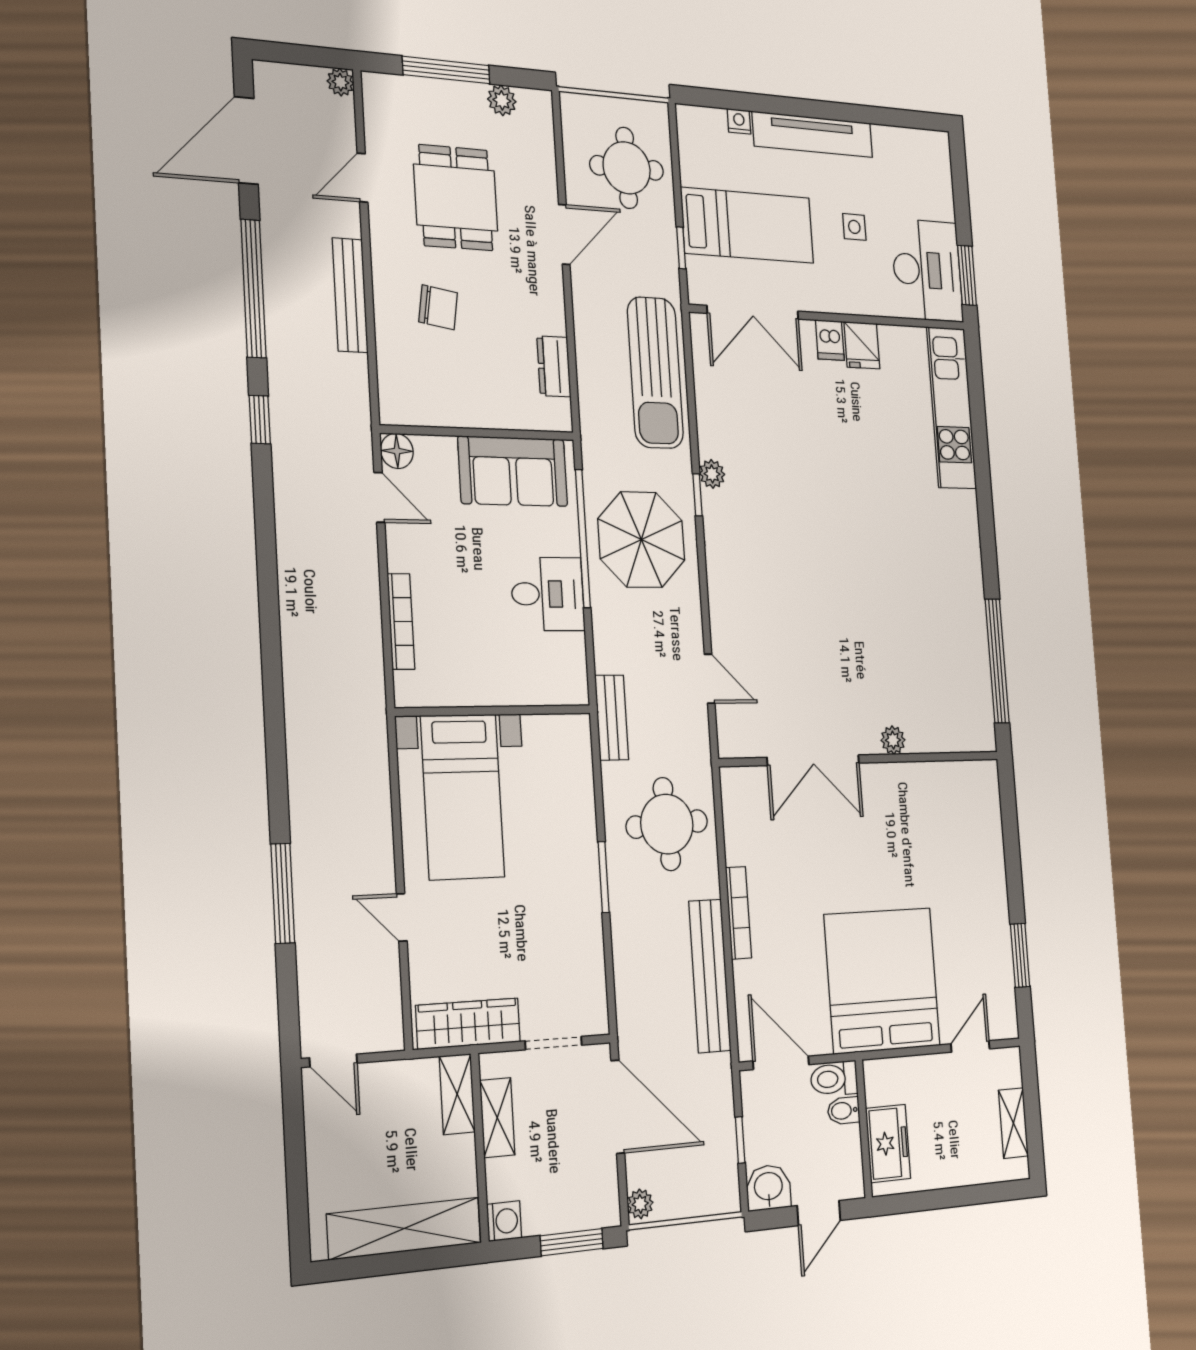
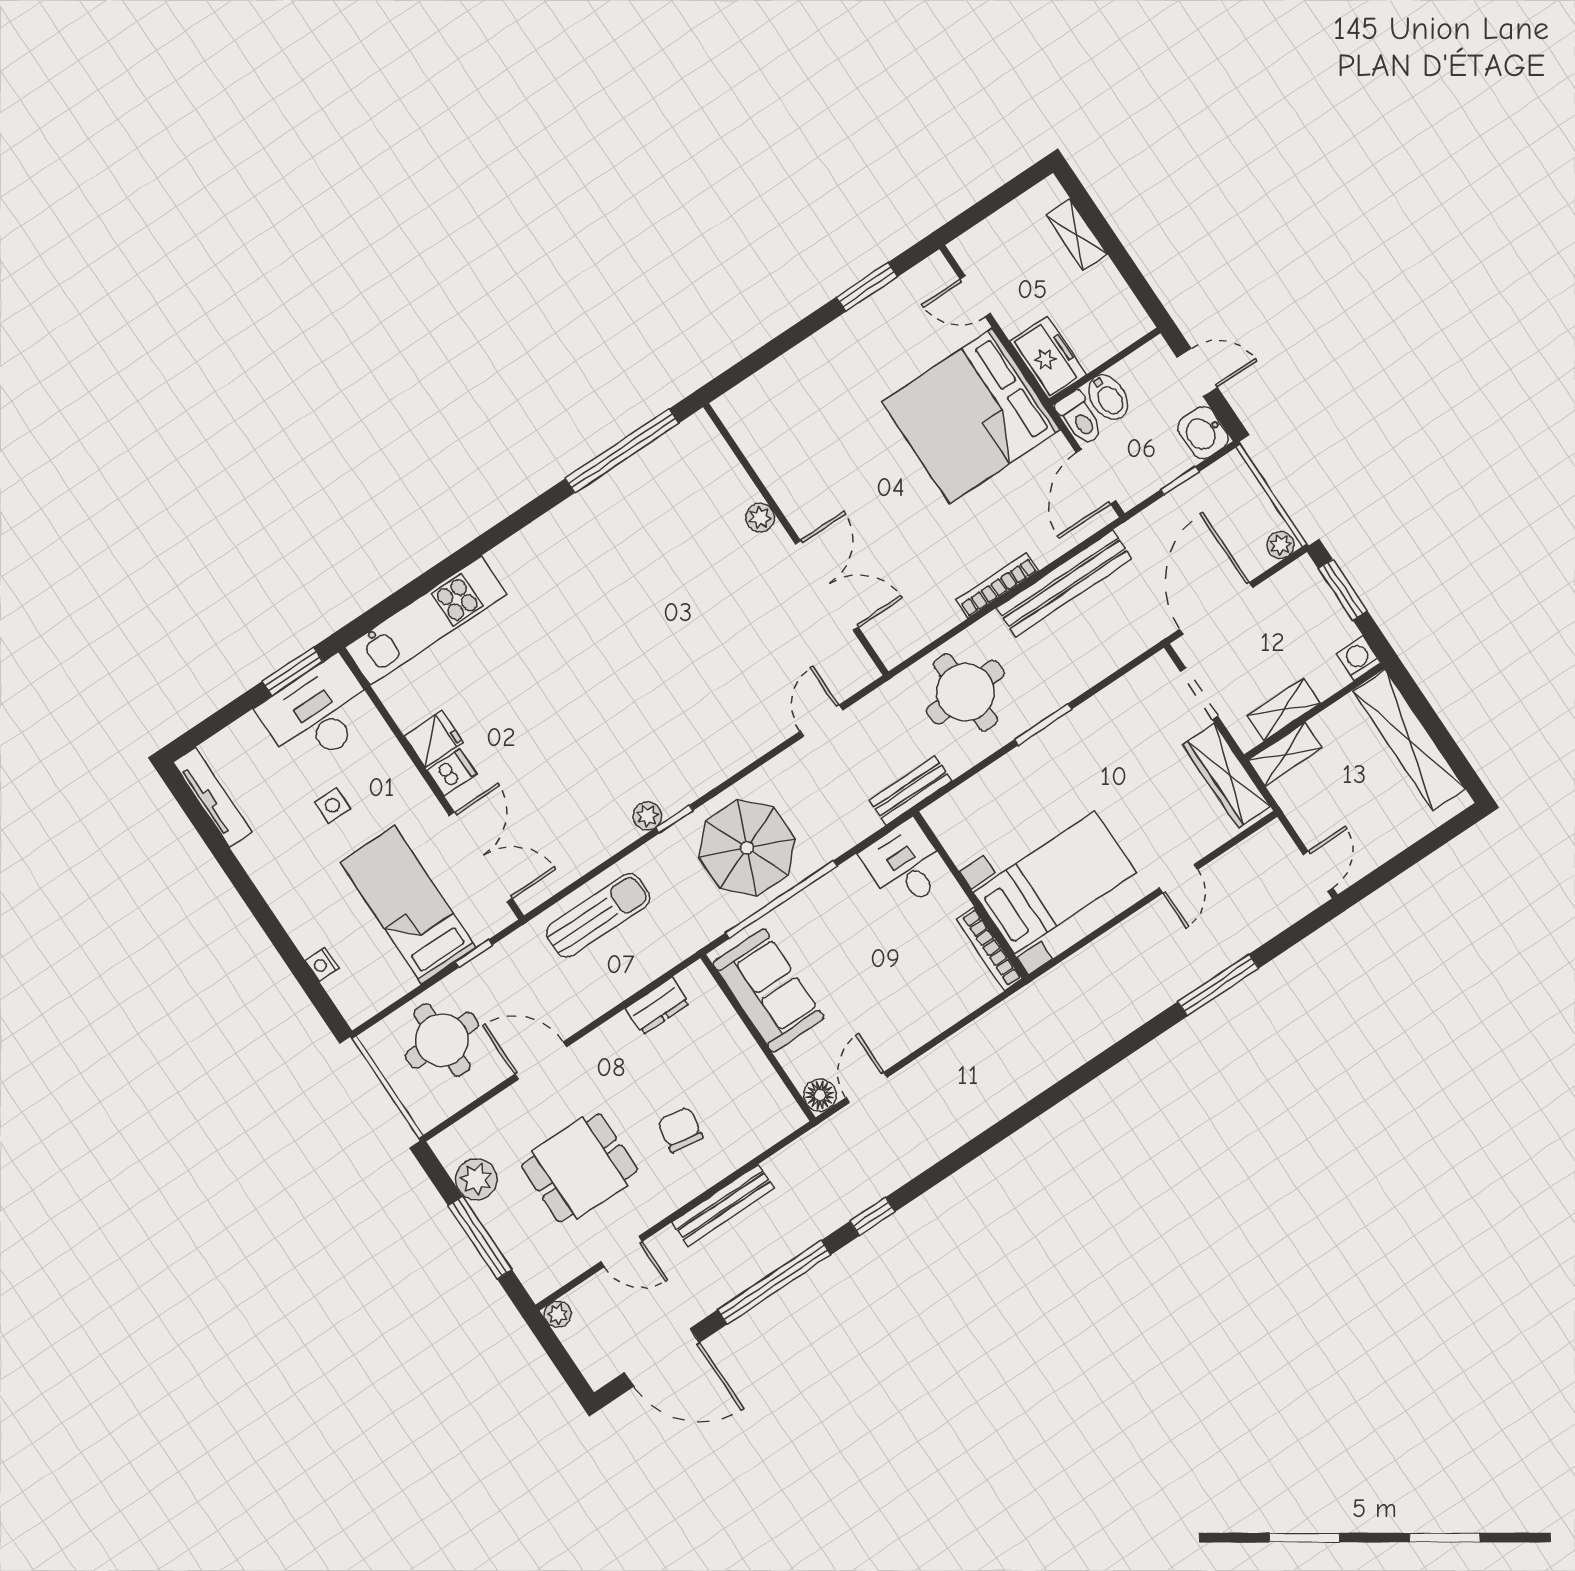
plant: (502, 100) -> (476, 1179), width x1.38, depth x1.38
tv unit: (813, 134) -> (212, 797), moved, width x0.73, depth x0.78
sun lounger: (655, 373) -> (598, 915), width x0.73, depth x0.75
desk: (548, 594) -> (905, 865), moved
bookcase: (401, 622) -> (989, 949), moved, turned -90
bidet: (844, 1111) -> (1108, 397), width x1.38, depth x1.36
shelving: (1013, 1123) -> (1076, 235), moved, turned 90
freezer: (888, 1143) -> (1048, 358), moved, turned 90

